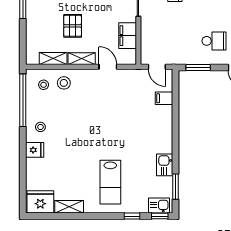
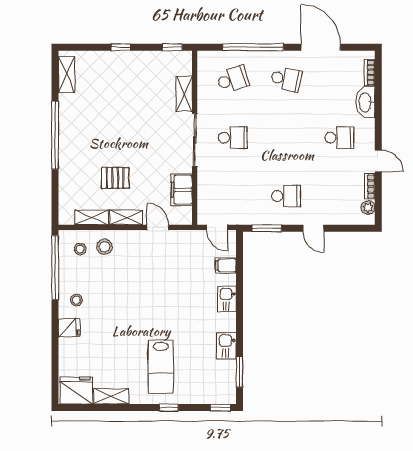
pallet: (73, 26) -> (115, 178), turned 90
kitchen sink: (159, 206) -> (227, 299), moved, turned -90
window: (132, 216) -> (169, 408), moved

